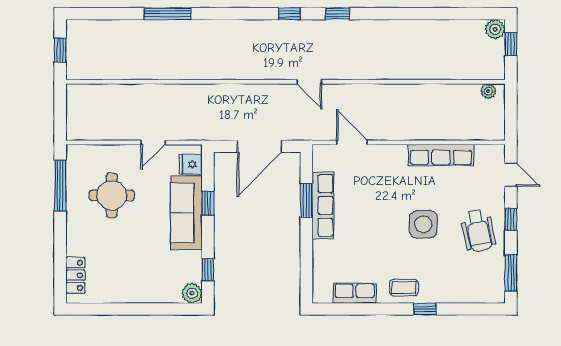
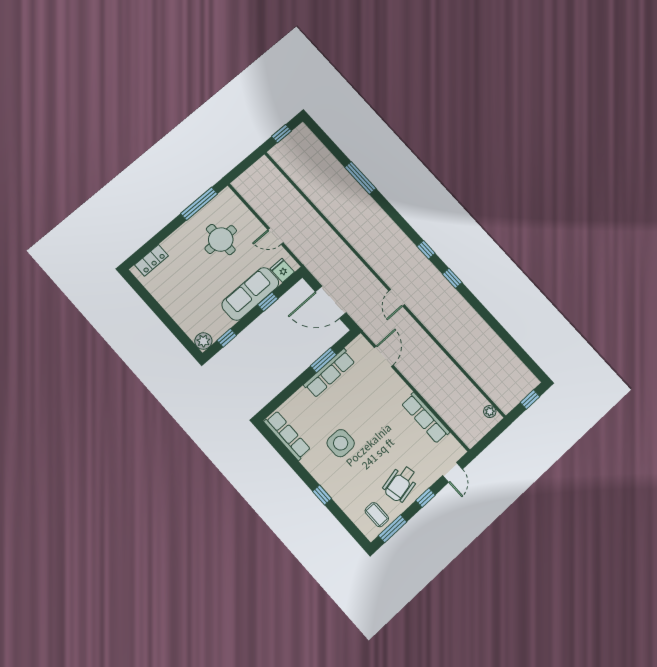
plant: (495, 29) -> (530, 382), removed
side table: (423, 224) -> (341, 443), moved
coffee table: (404, 288) -> (377, 515), moved
row of seats: (355, 293) -> (287, 436), width x1.48

